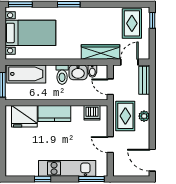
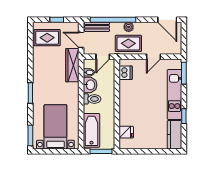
window: (152, 20) -> (57, 20), moved
window: (152, 98) -> (113, 20), added
kitchen counter: (54, 114) -> (174, 135), moved, turned 180
fridge: (24, 116) -> (126, 132), width x0.53, depth x0.75
door: (152, 160) -> (167, 20), hinge flipped

